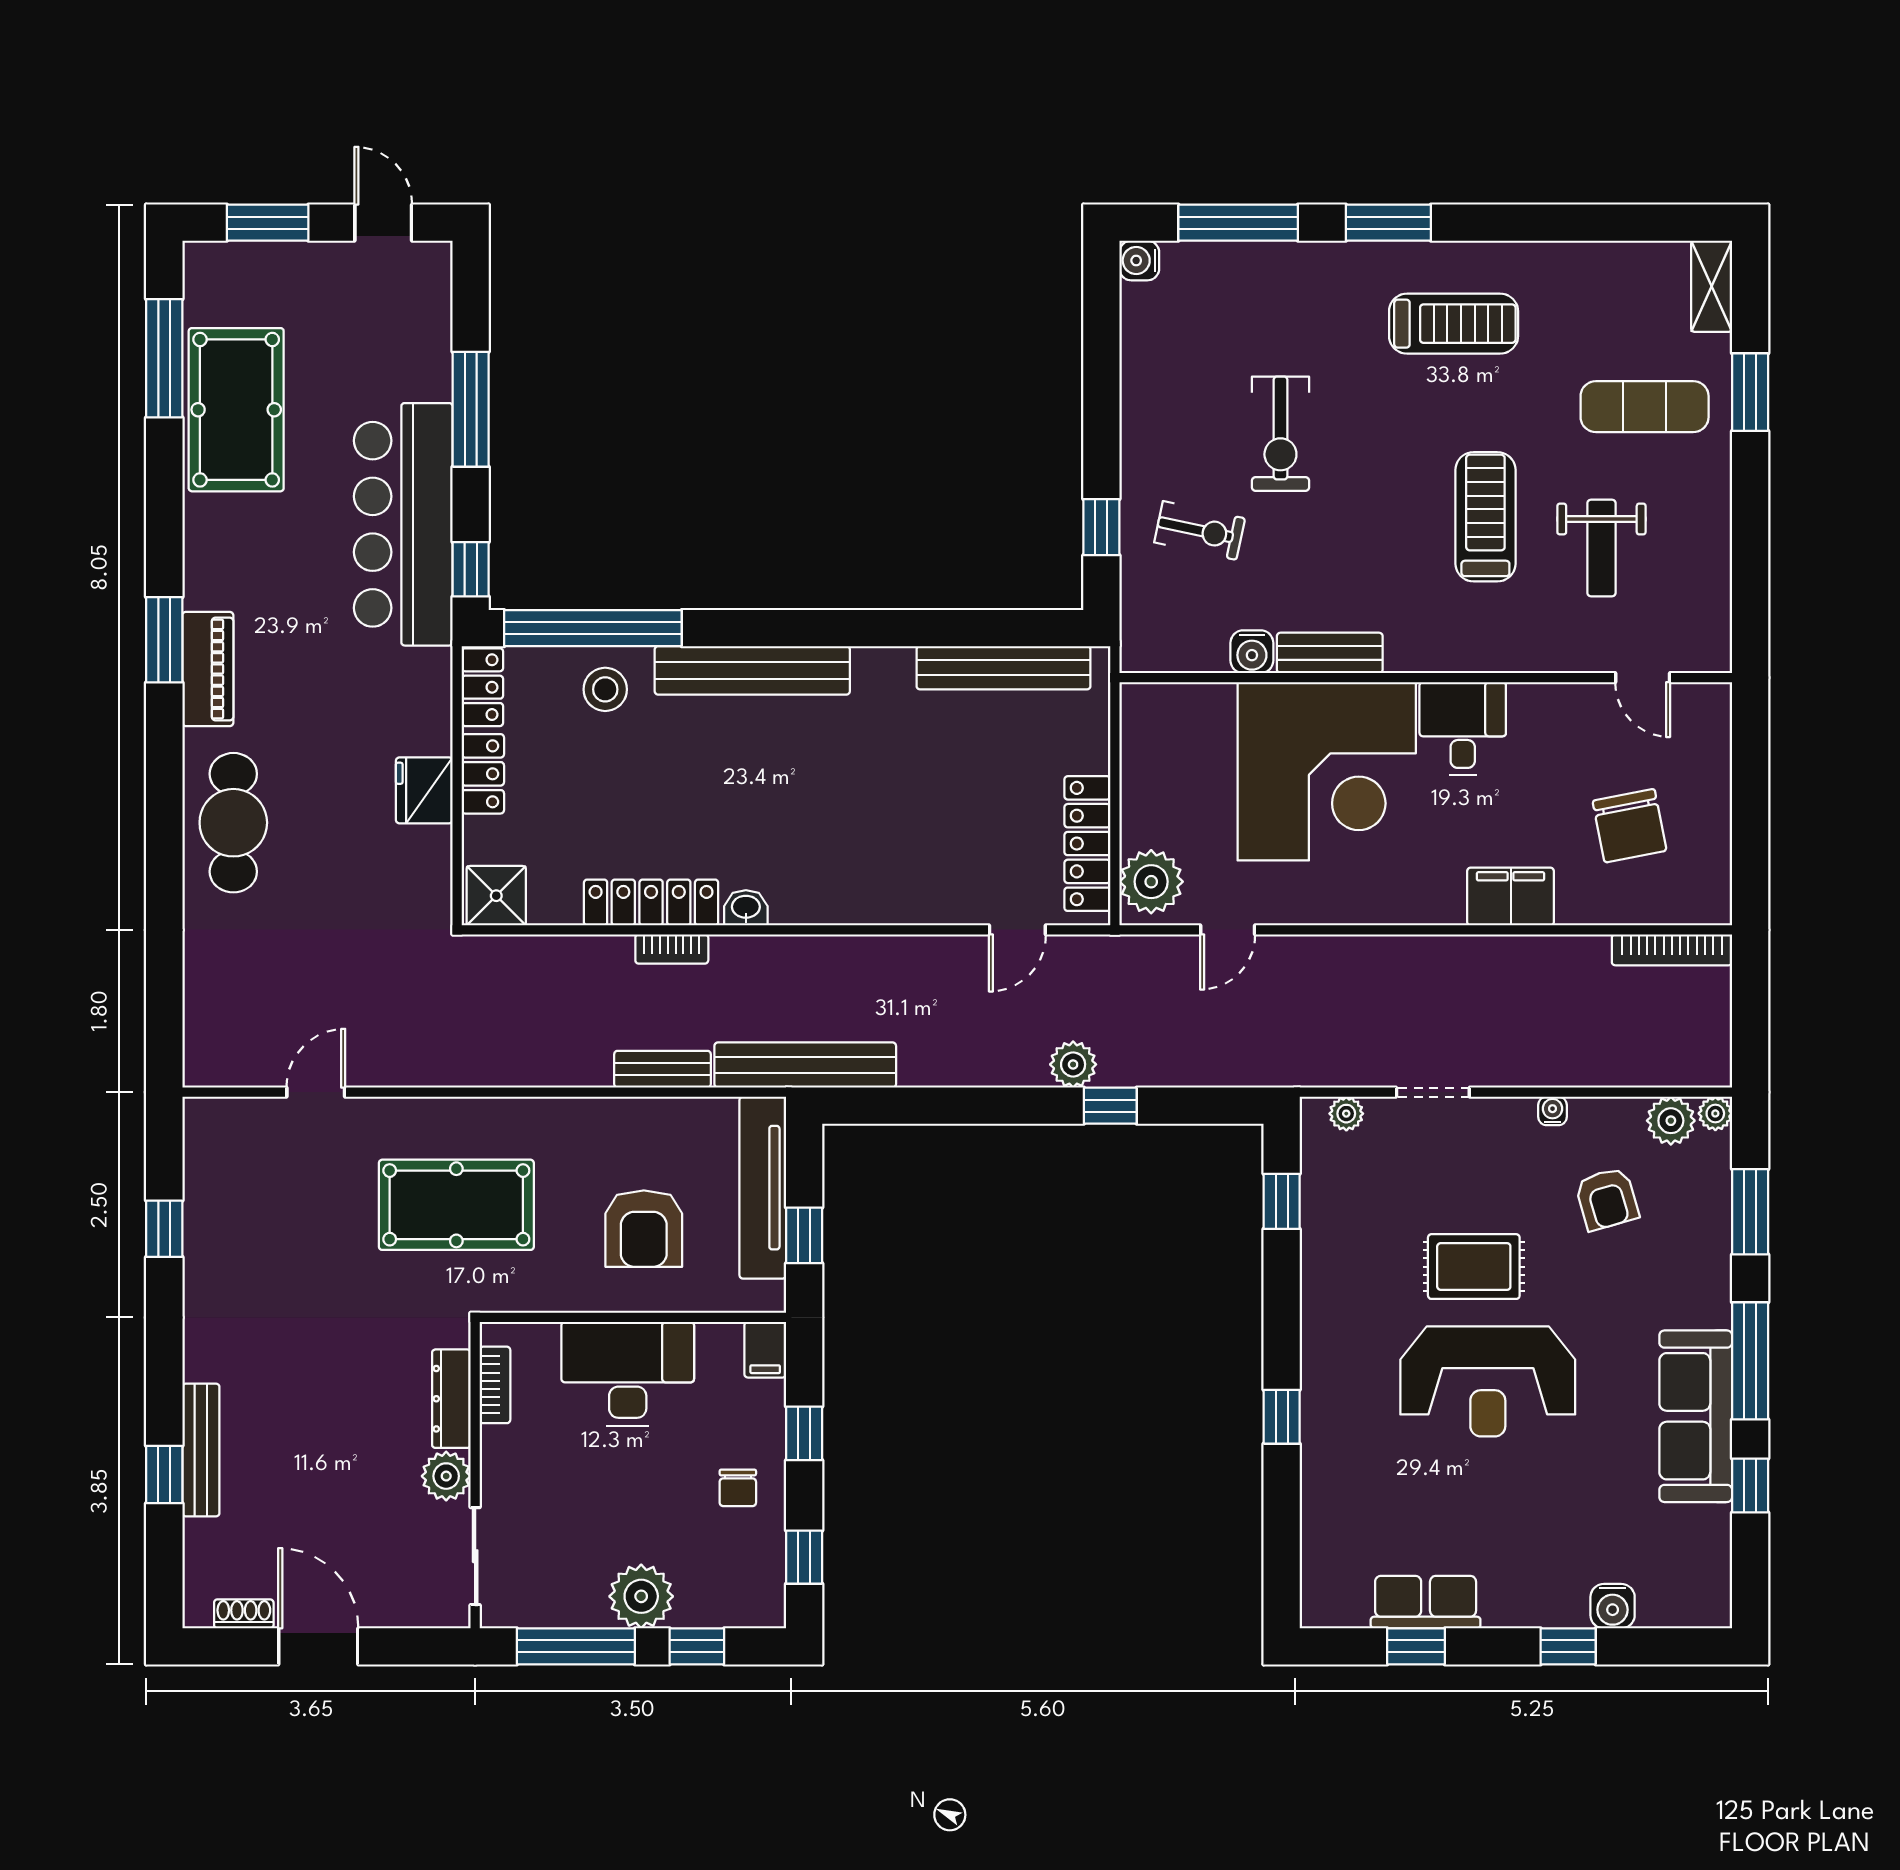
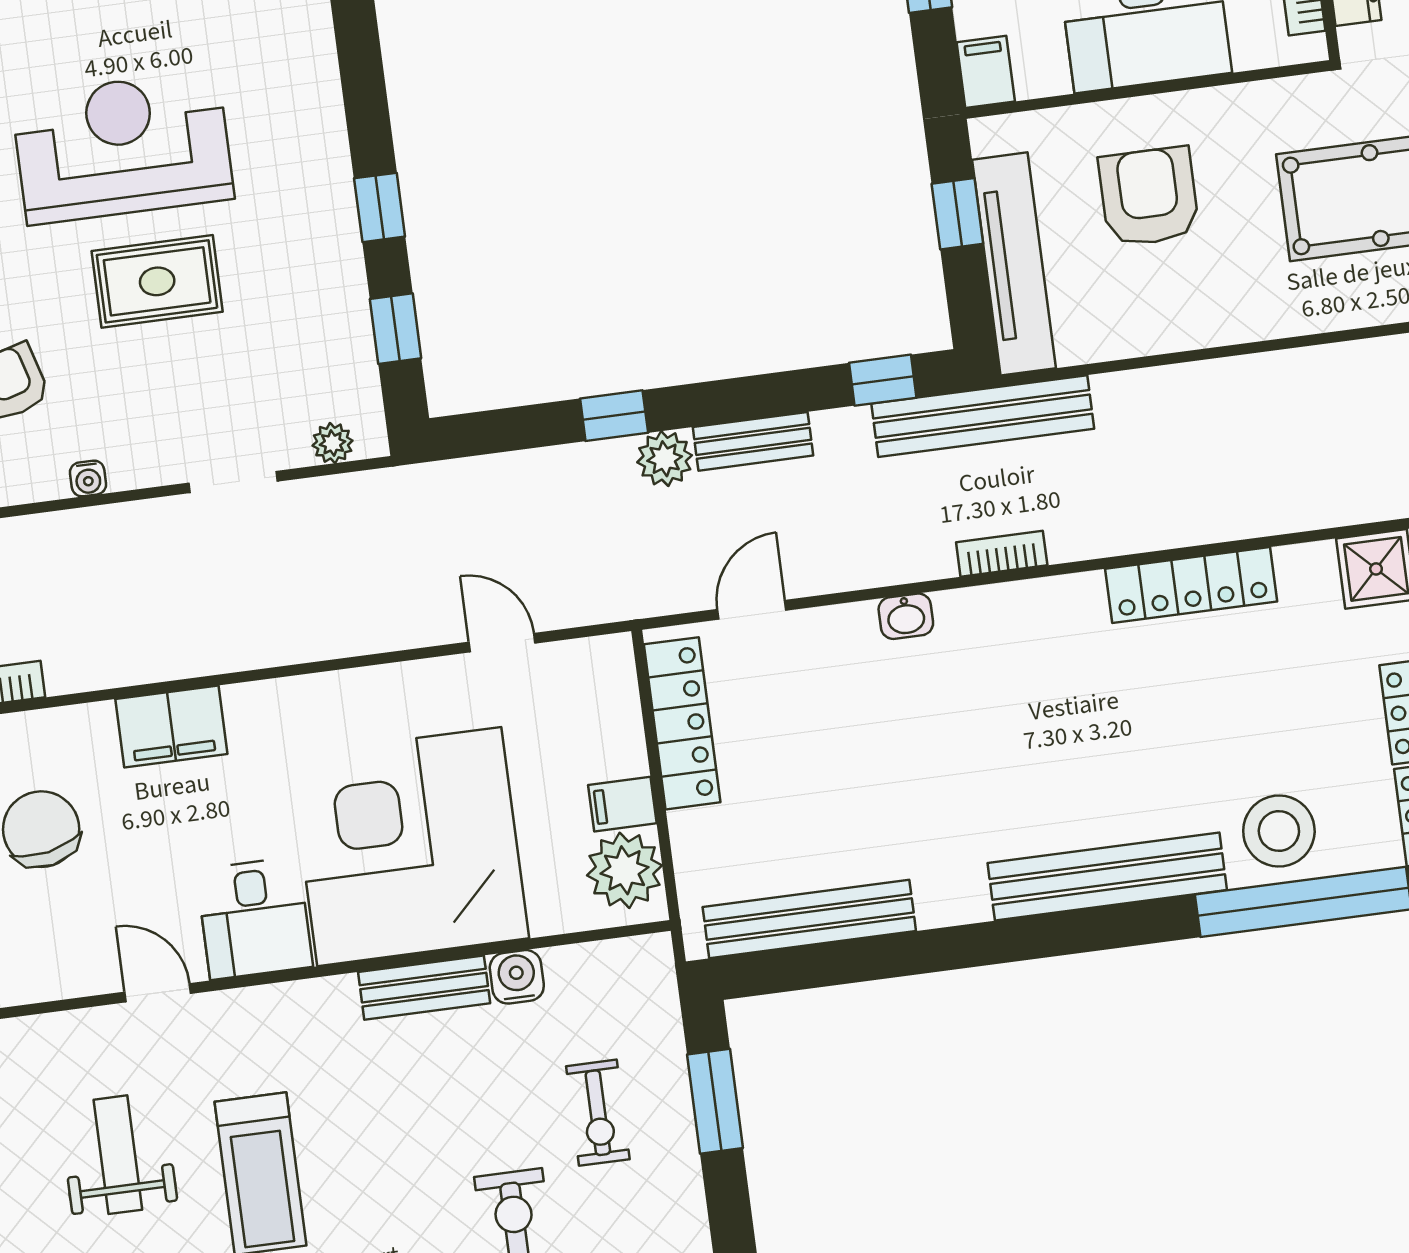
window: (1101, 527) -> (715, 1101), width x1.50
exercise bike: (1200, 530) -> (598, 1113), turned -102
door: (1643, 678) -> (158, 993), moved
stool: (605, 689) -> (1279, 831), width x1.38, depth x1.38
filing cabinet: (1146, 783) -> (622, 804), added
plant: (1151, 882) -> (624, 870), moved
washbasin: (746, 908) -> (906, 616), moved
door: (1228, 930) -> (502, 643), hinge flipped
bookcase: (672, 949) -> (1002, 554), moved
bench: (662, 1069) -> (753, 441), moved
window: (884, 1106) -> (883, 380), added
window: (1282, 1417) -> (380, 207), moved

